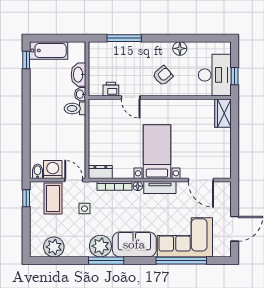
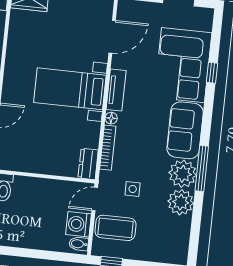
plant: (54, 247) -> (181, 202), moved
window: (181, 261) -> (212, 73), width x0.32

